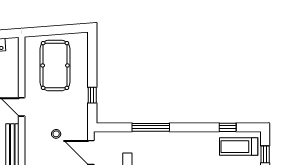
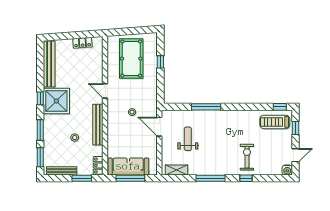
window: (92, 95) -> (160, 62), moved
window: (228, 127) -> (280, 107), moved

